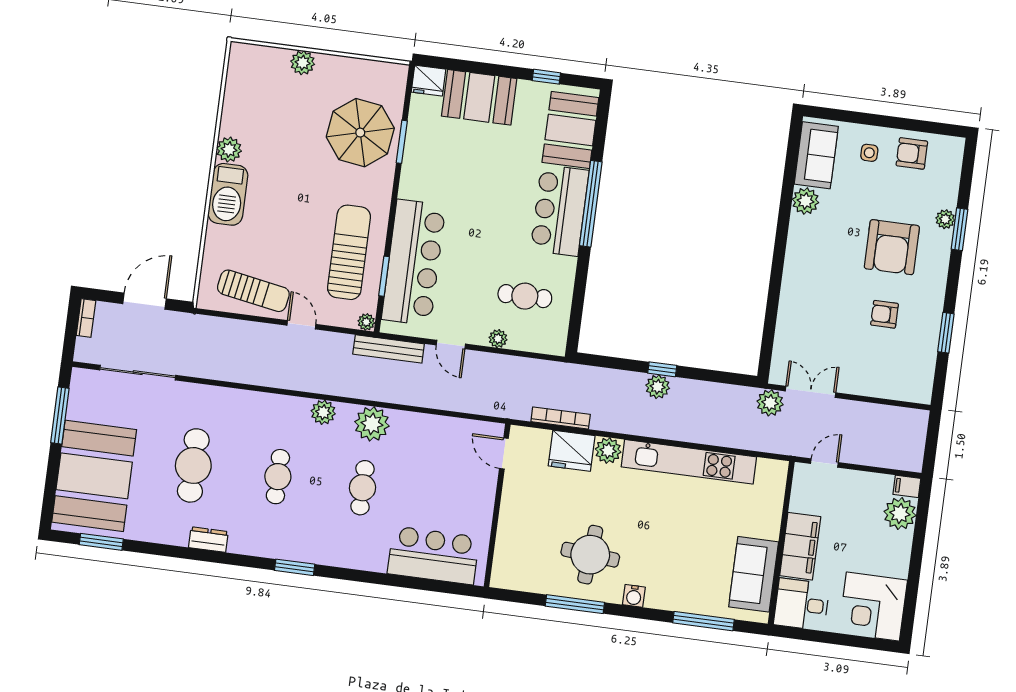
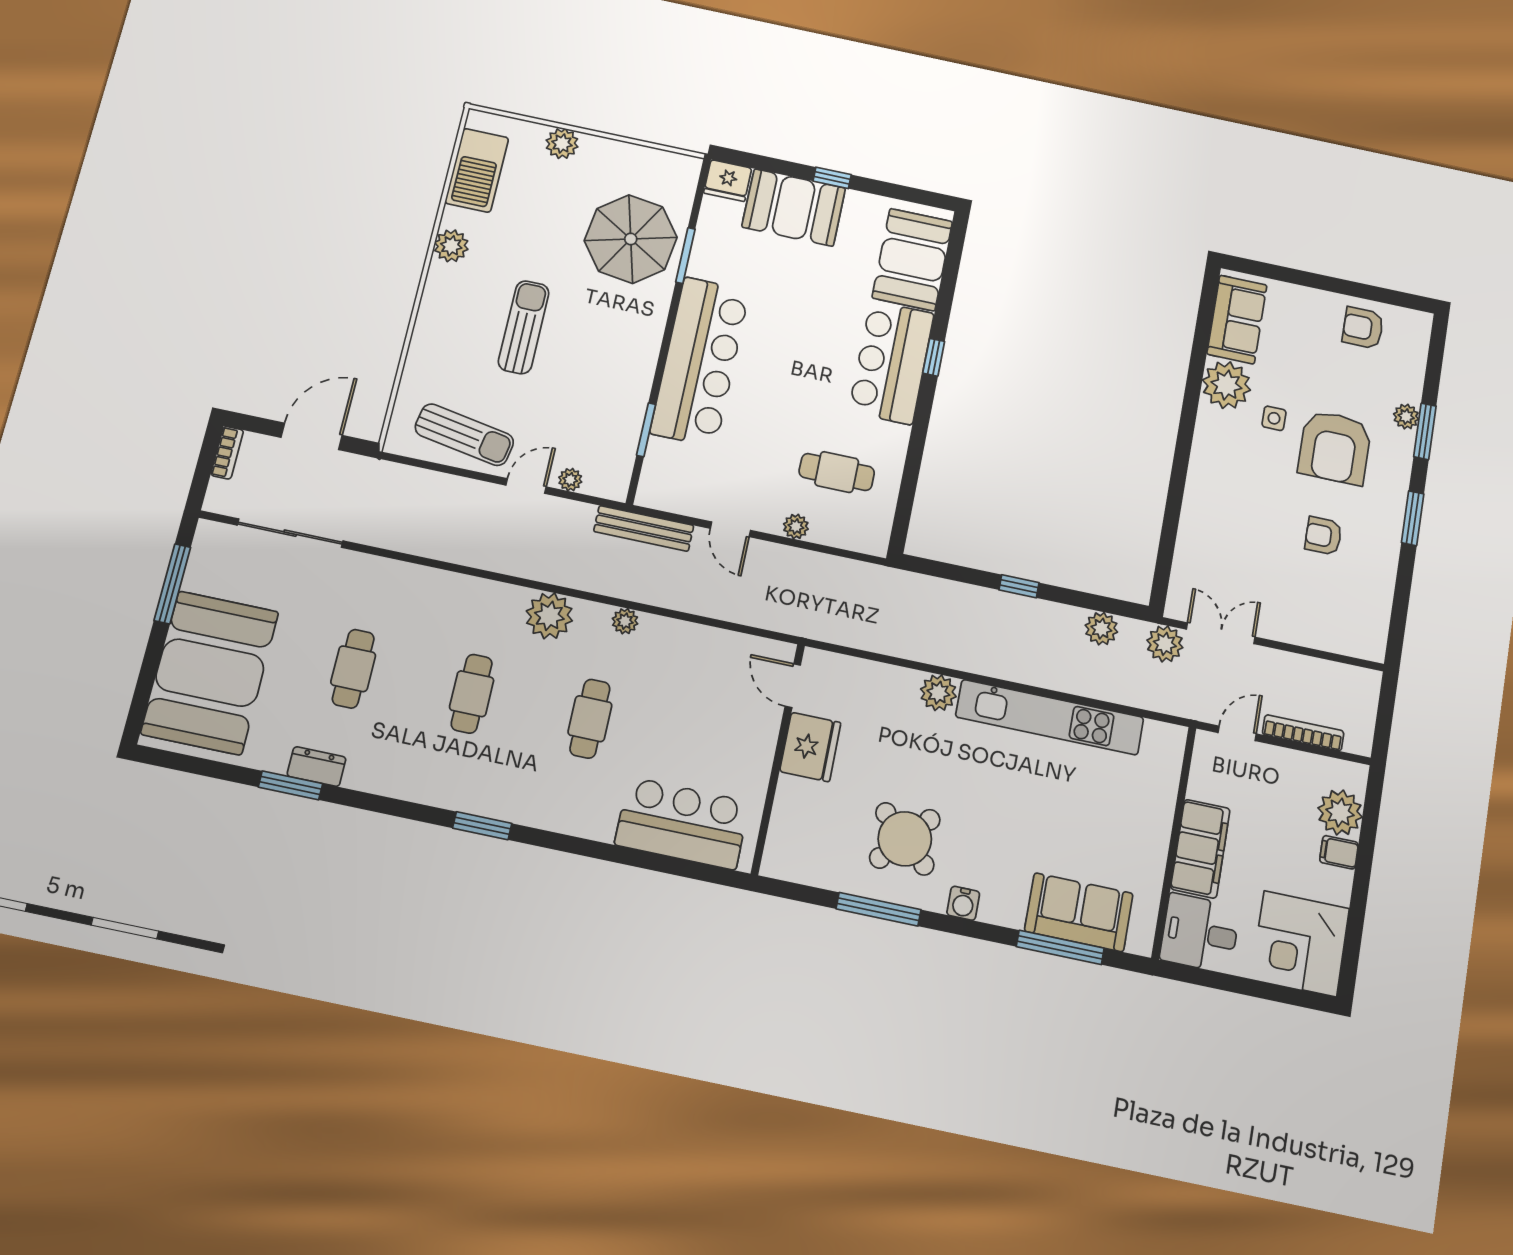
window: (546, 77) -> (832, 178), moved
side table: (869, 153) -> (1274, 418), moved
barbecue: (228, 194) -> (477, 170), moved
plant: (806, 201) -> (1226, 385), width x1.36, depth x1.36
window: (591, 204) -> (934, 357), width x0.32
sun lounger: (349, 252) -> (524, 327), moved, width x0.73, depth x0.75
bar counter: (414, 262) -> (700, 362), moved
plant: (366, 322) -> (570, 480), moved
door: (301, 325) -> (526, 486), hinge flipped
window: (946, 333) -> (1413, 518), moved
plant: (658, 387) -> (1101, 629), moved
plant: (323, 412) -> (549, 616), width x1.36, depth x1.36
bookcase: (561, 418) -> (1303, 733), moved
plant: (372, 424) -> (625, 621), width x0.53, depth x0.53
fridge: (572, 451) -> (810, 747), moved, turned -90
cafe table: (193, 465) -> (353, 669), width x0.73, depth x0.74
filing cabinet: (907, 486) -> (1339, 852), moved
dresser: (208, 540) -> (316, 767), moved
window: (101, 542) -> (290, 785), moved
round table: (590, 555) -> (905, 839), turned 37
sofa: (754, 574) -> (1079, 912), moved, turned 90

